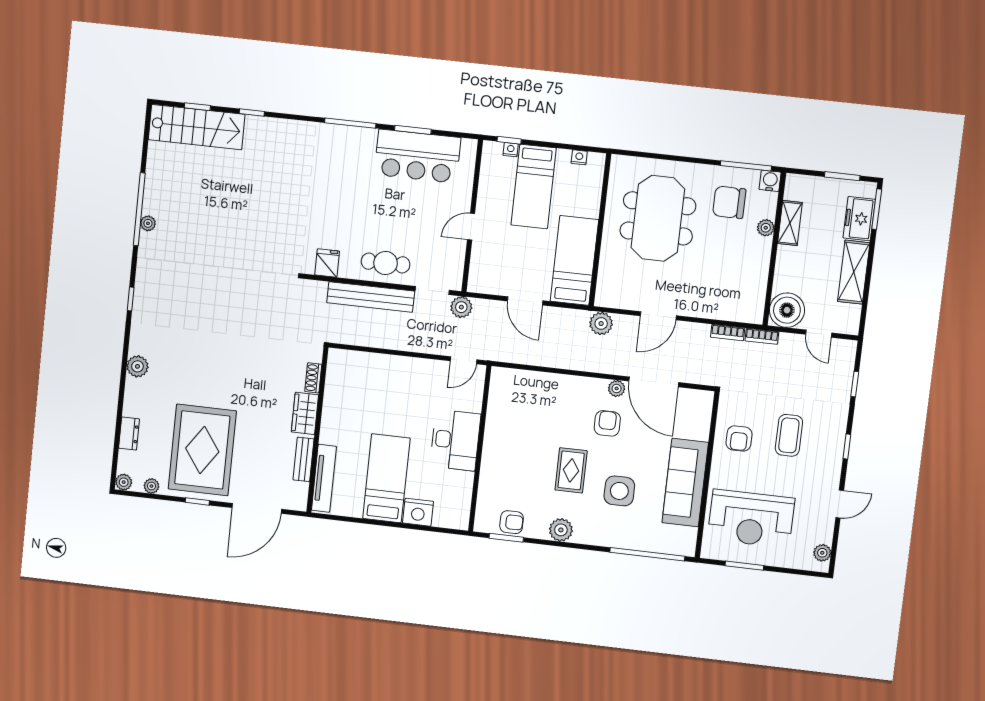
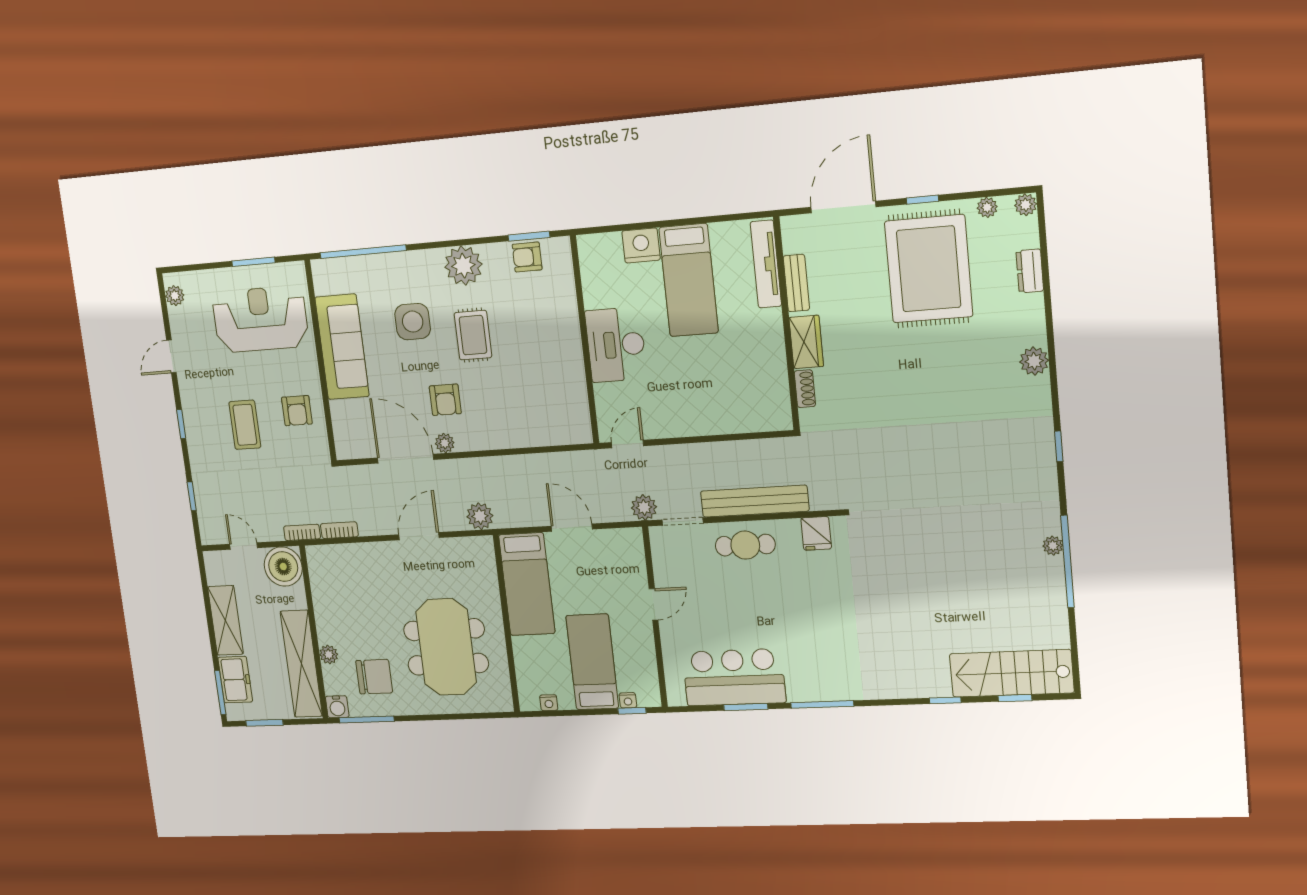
shelving: (790, 223) -> (301, 664), width x2.20, depth x1.33
armchair: (739, 438) -> (297, 411), turned 180
plant: (561, 530) -> (463, 266), width x1.36, depth x1.36

